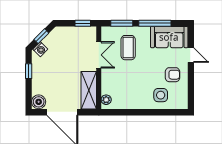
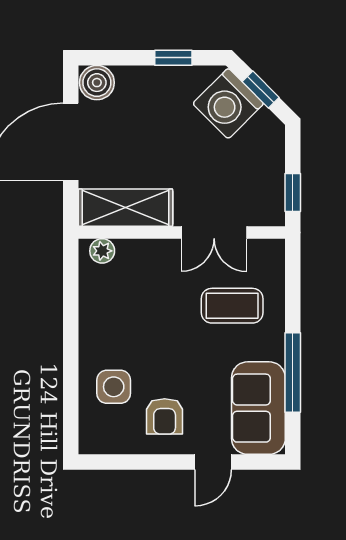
window: (122, 23) -> (293, 290), removed
washing machine: (40, 49) -> (228, 104), width x1.89, depth x1.89

